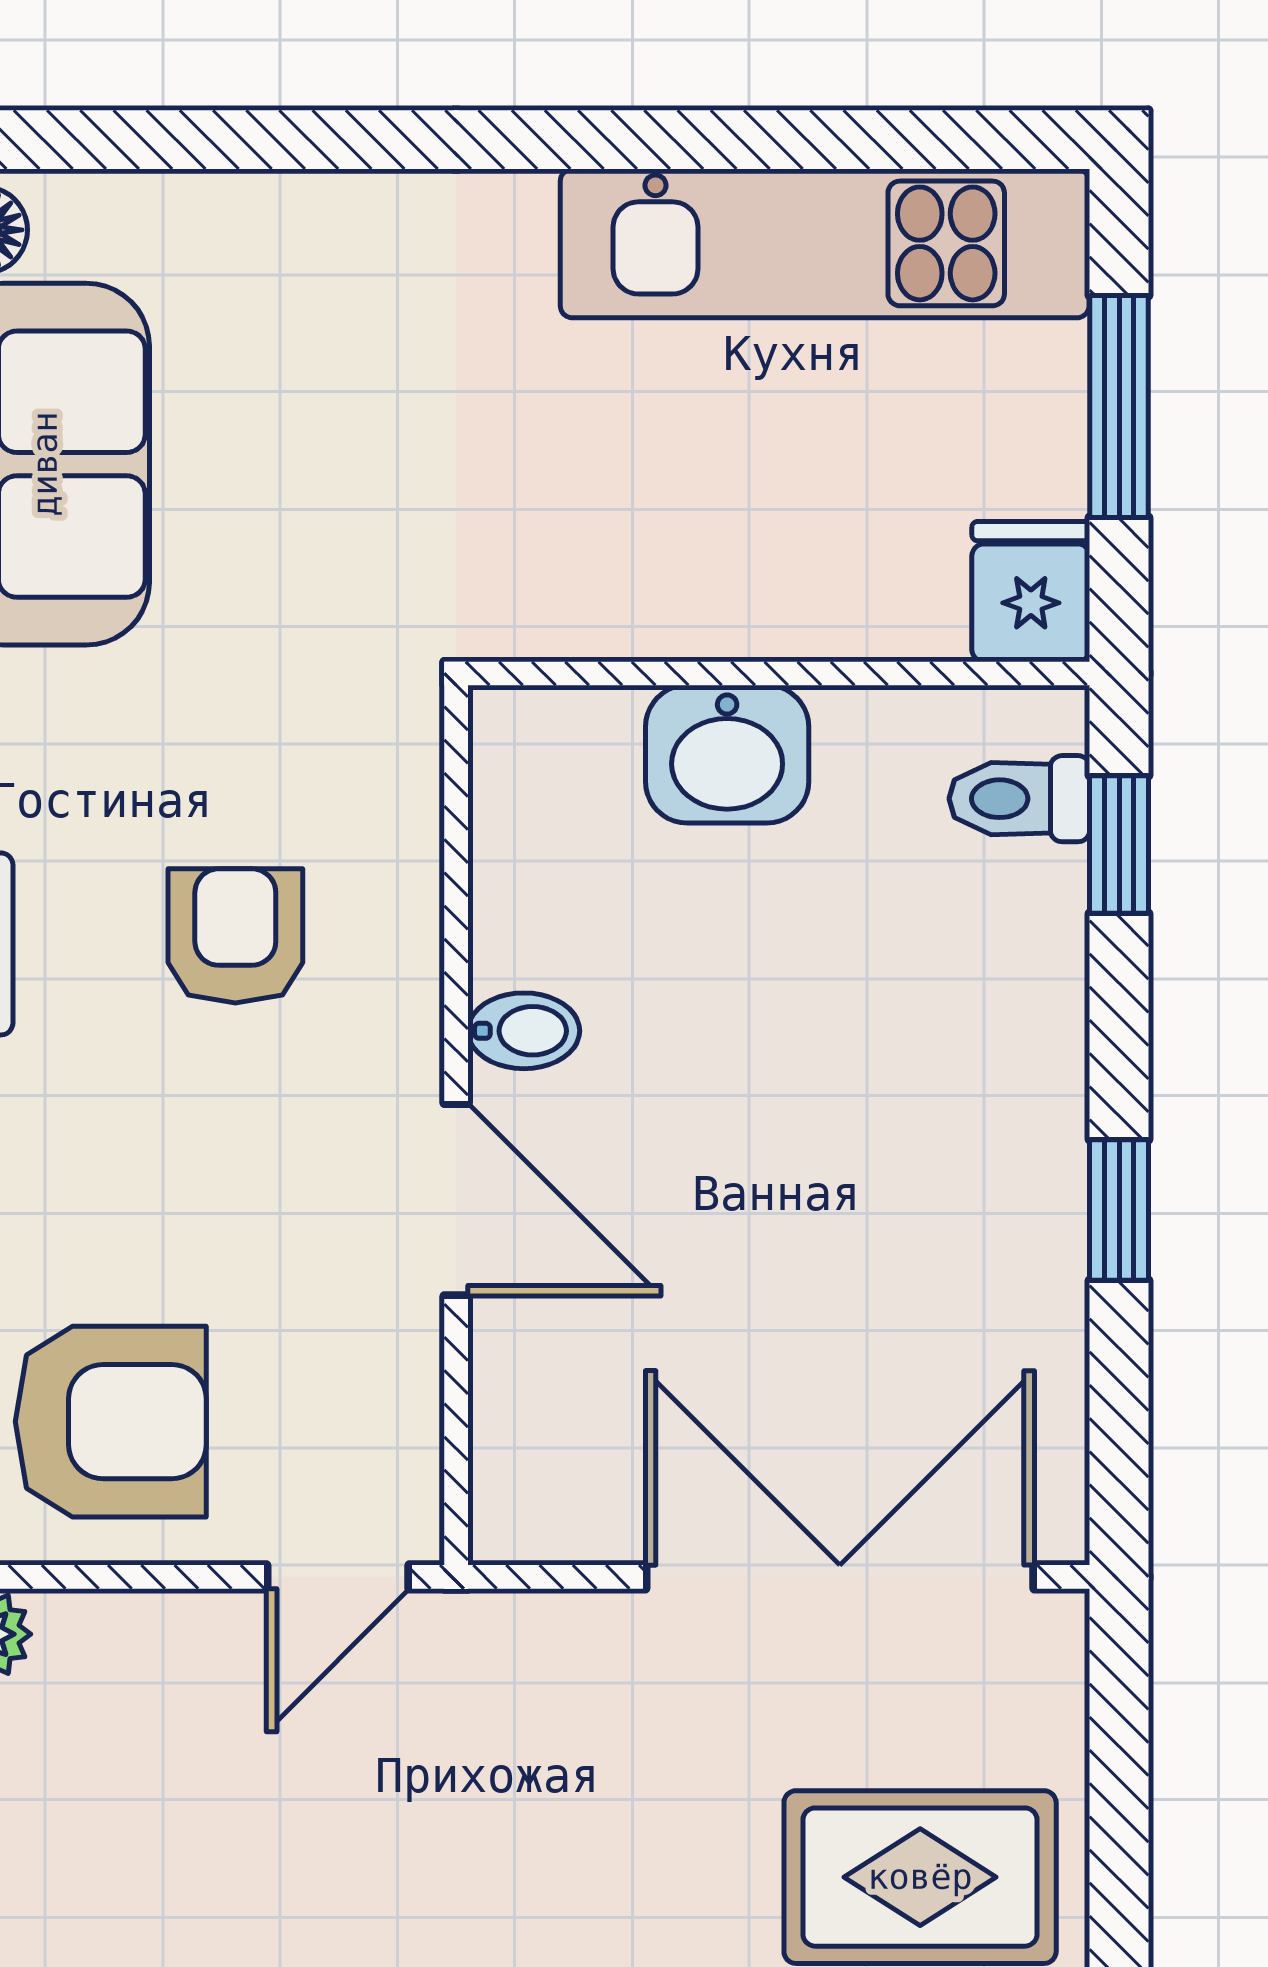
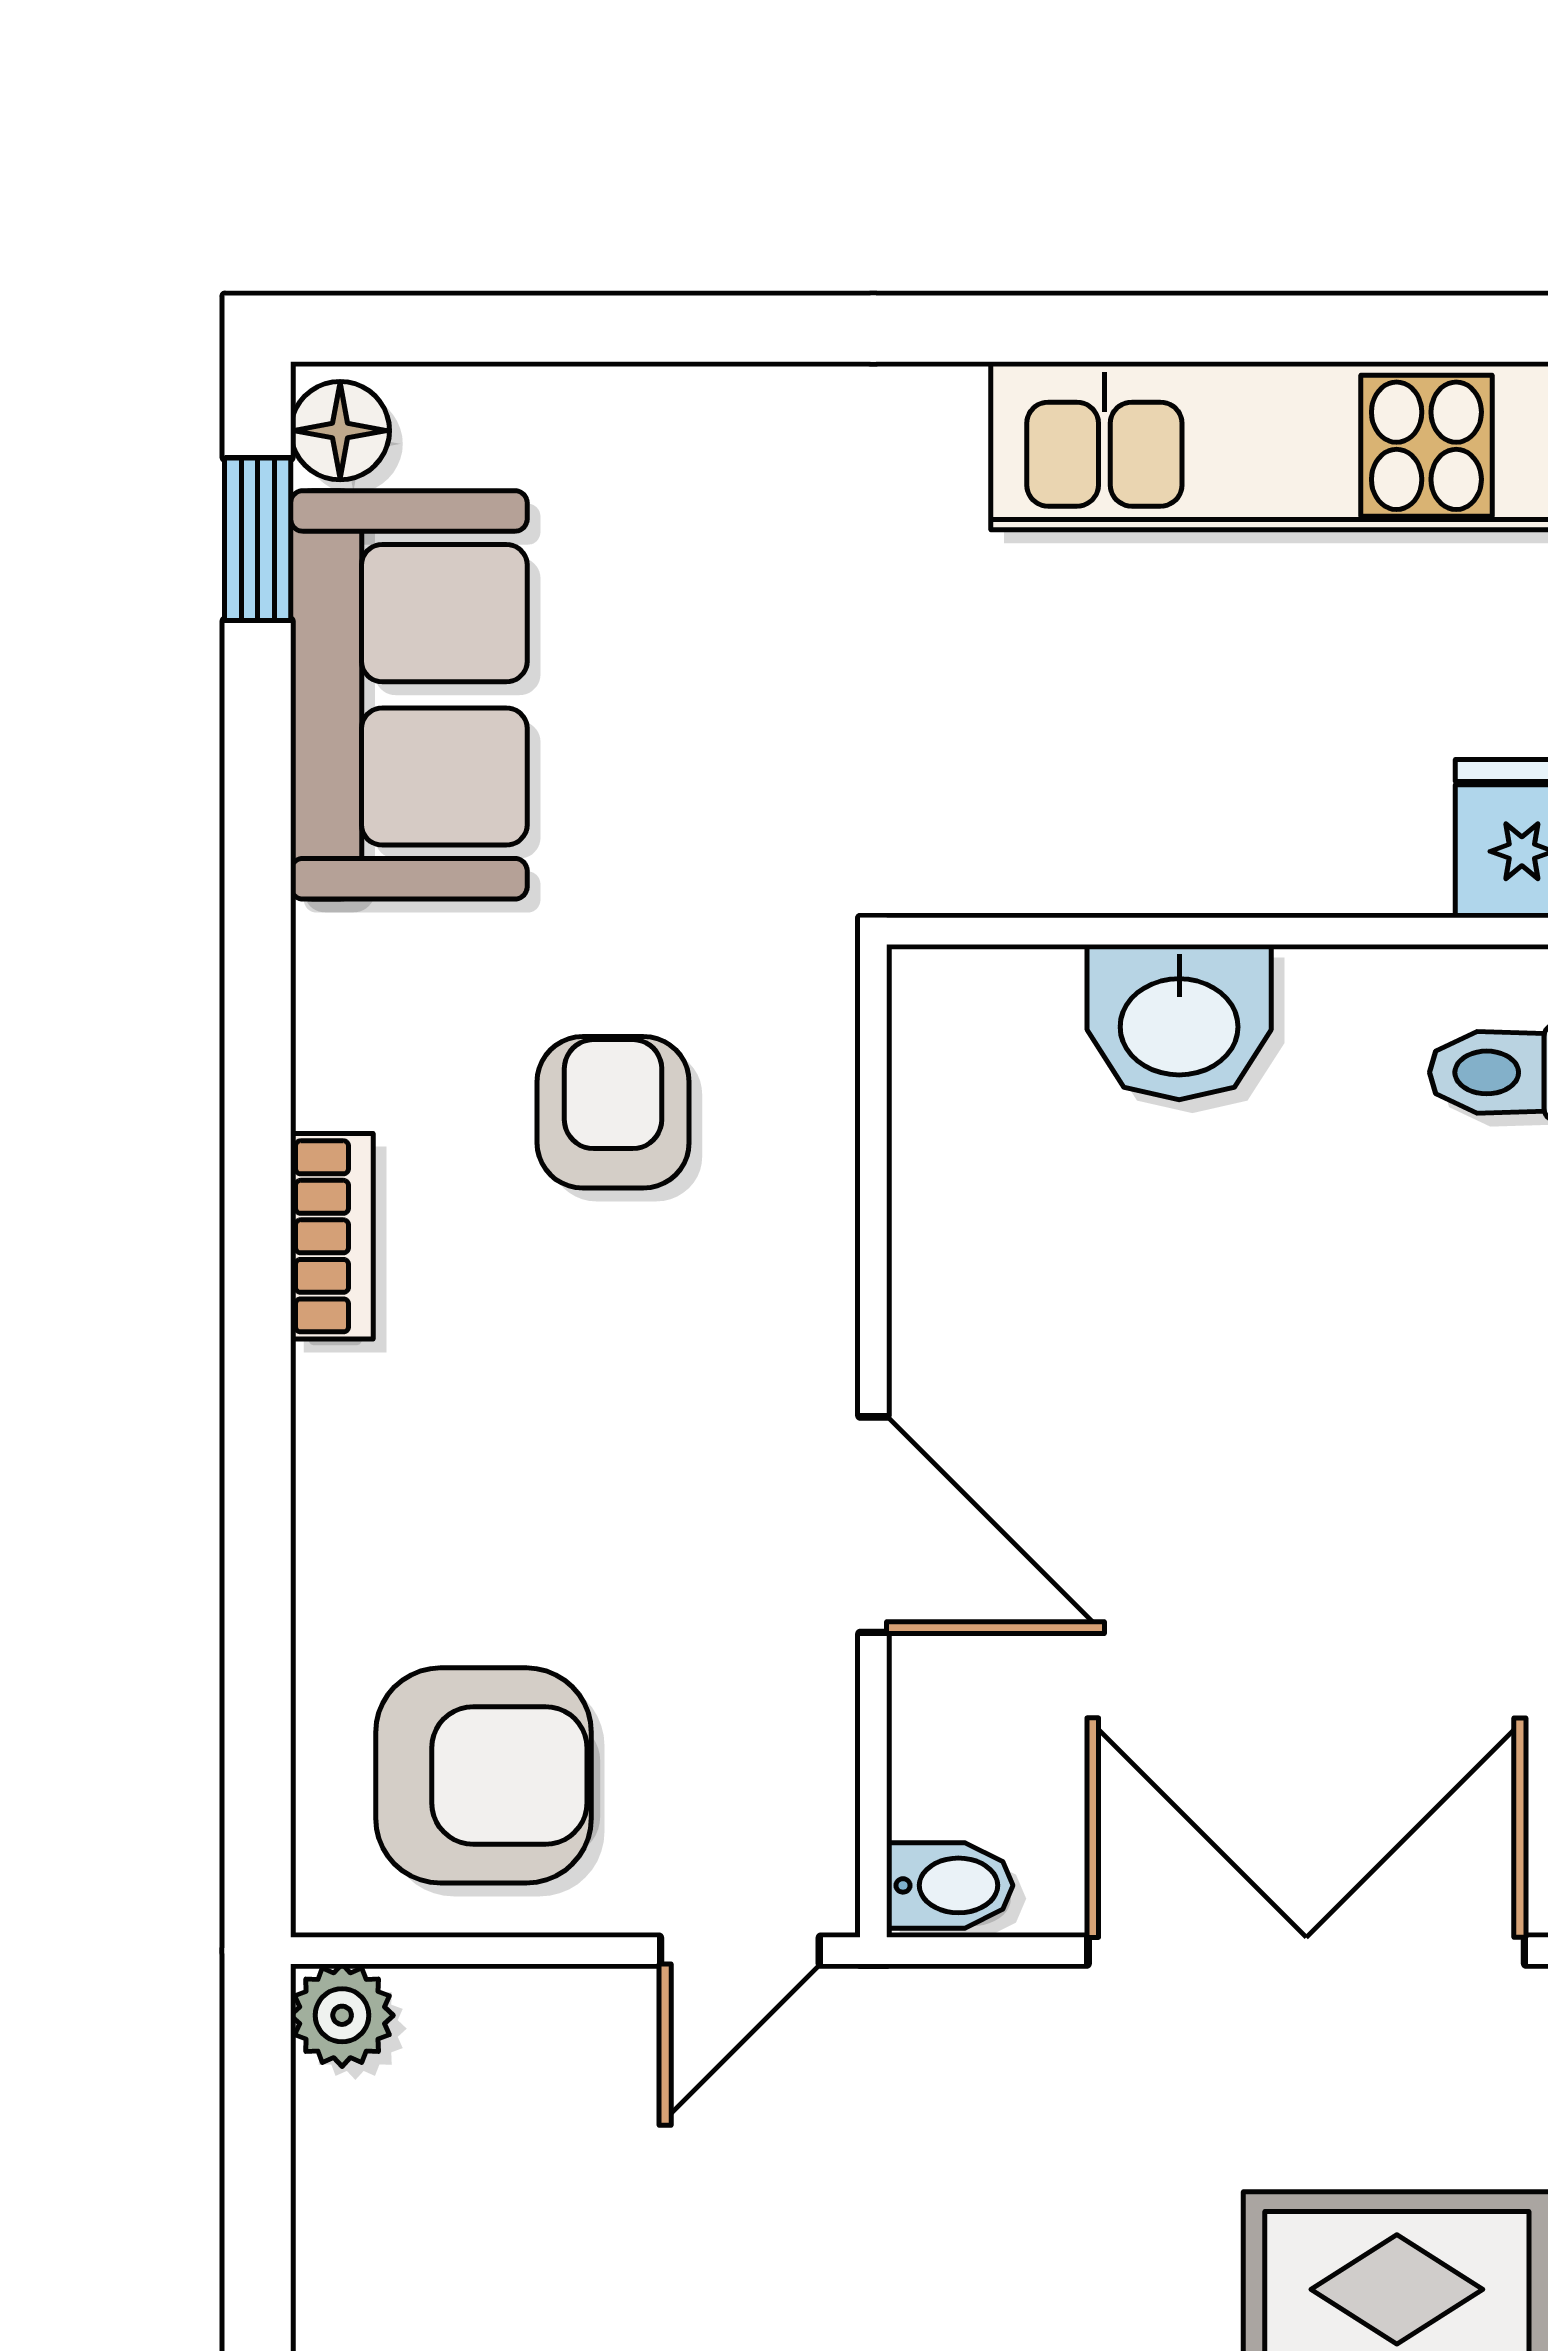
armchair: (235, 936) -> (613, 1112), moved
bidet: (524, 1031) -> (950, 1885), moved

